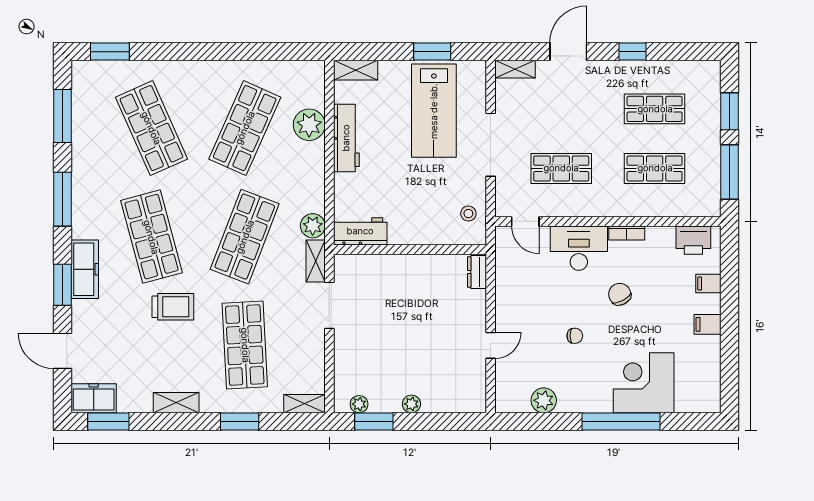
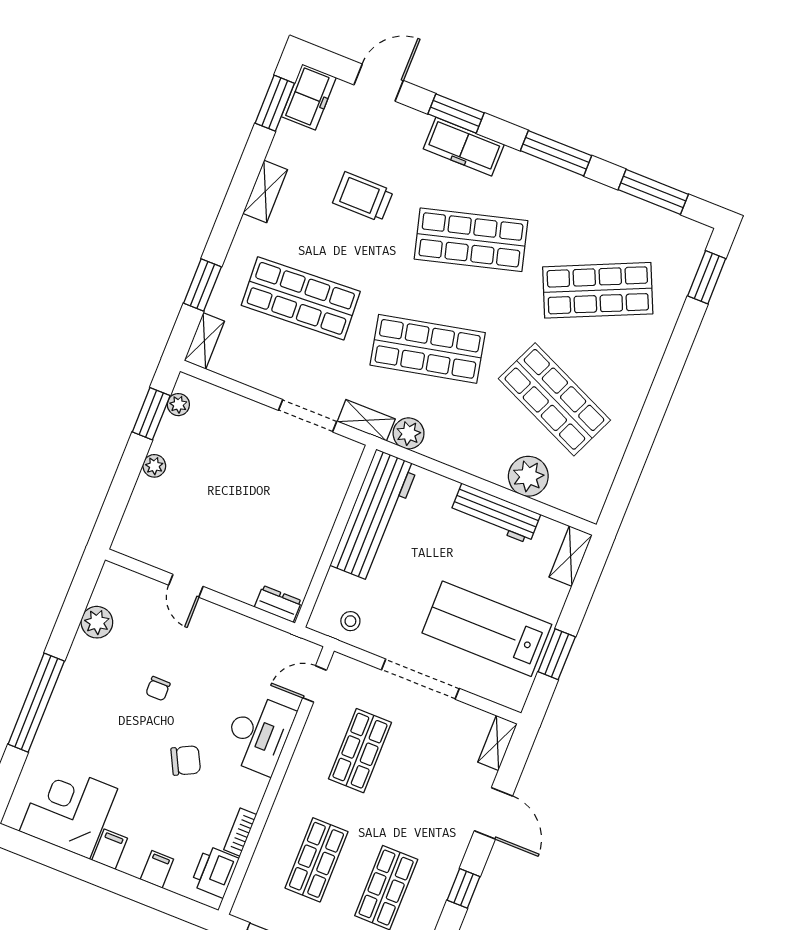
workbench: (360, 231) -> (374, 515), width x1.88, depth x1.32
bookcase: (627, 233) -> (240, 832), moved
shop shelf: (245, 237) -> (428, 349), turned -33
trolley: (173, 307) -> (363, 197), moved, turned 90
corner desk: (644, 383) -> (68, 810), moved, turned -90
window: (240, 422) -> (202, 285), moved

